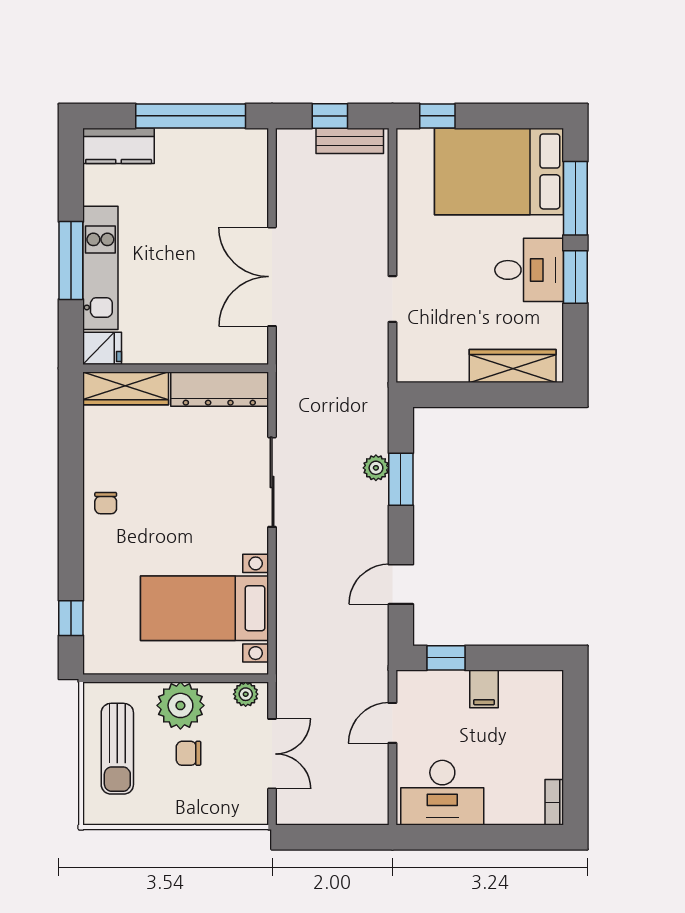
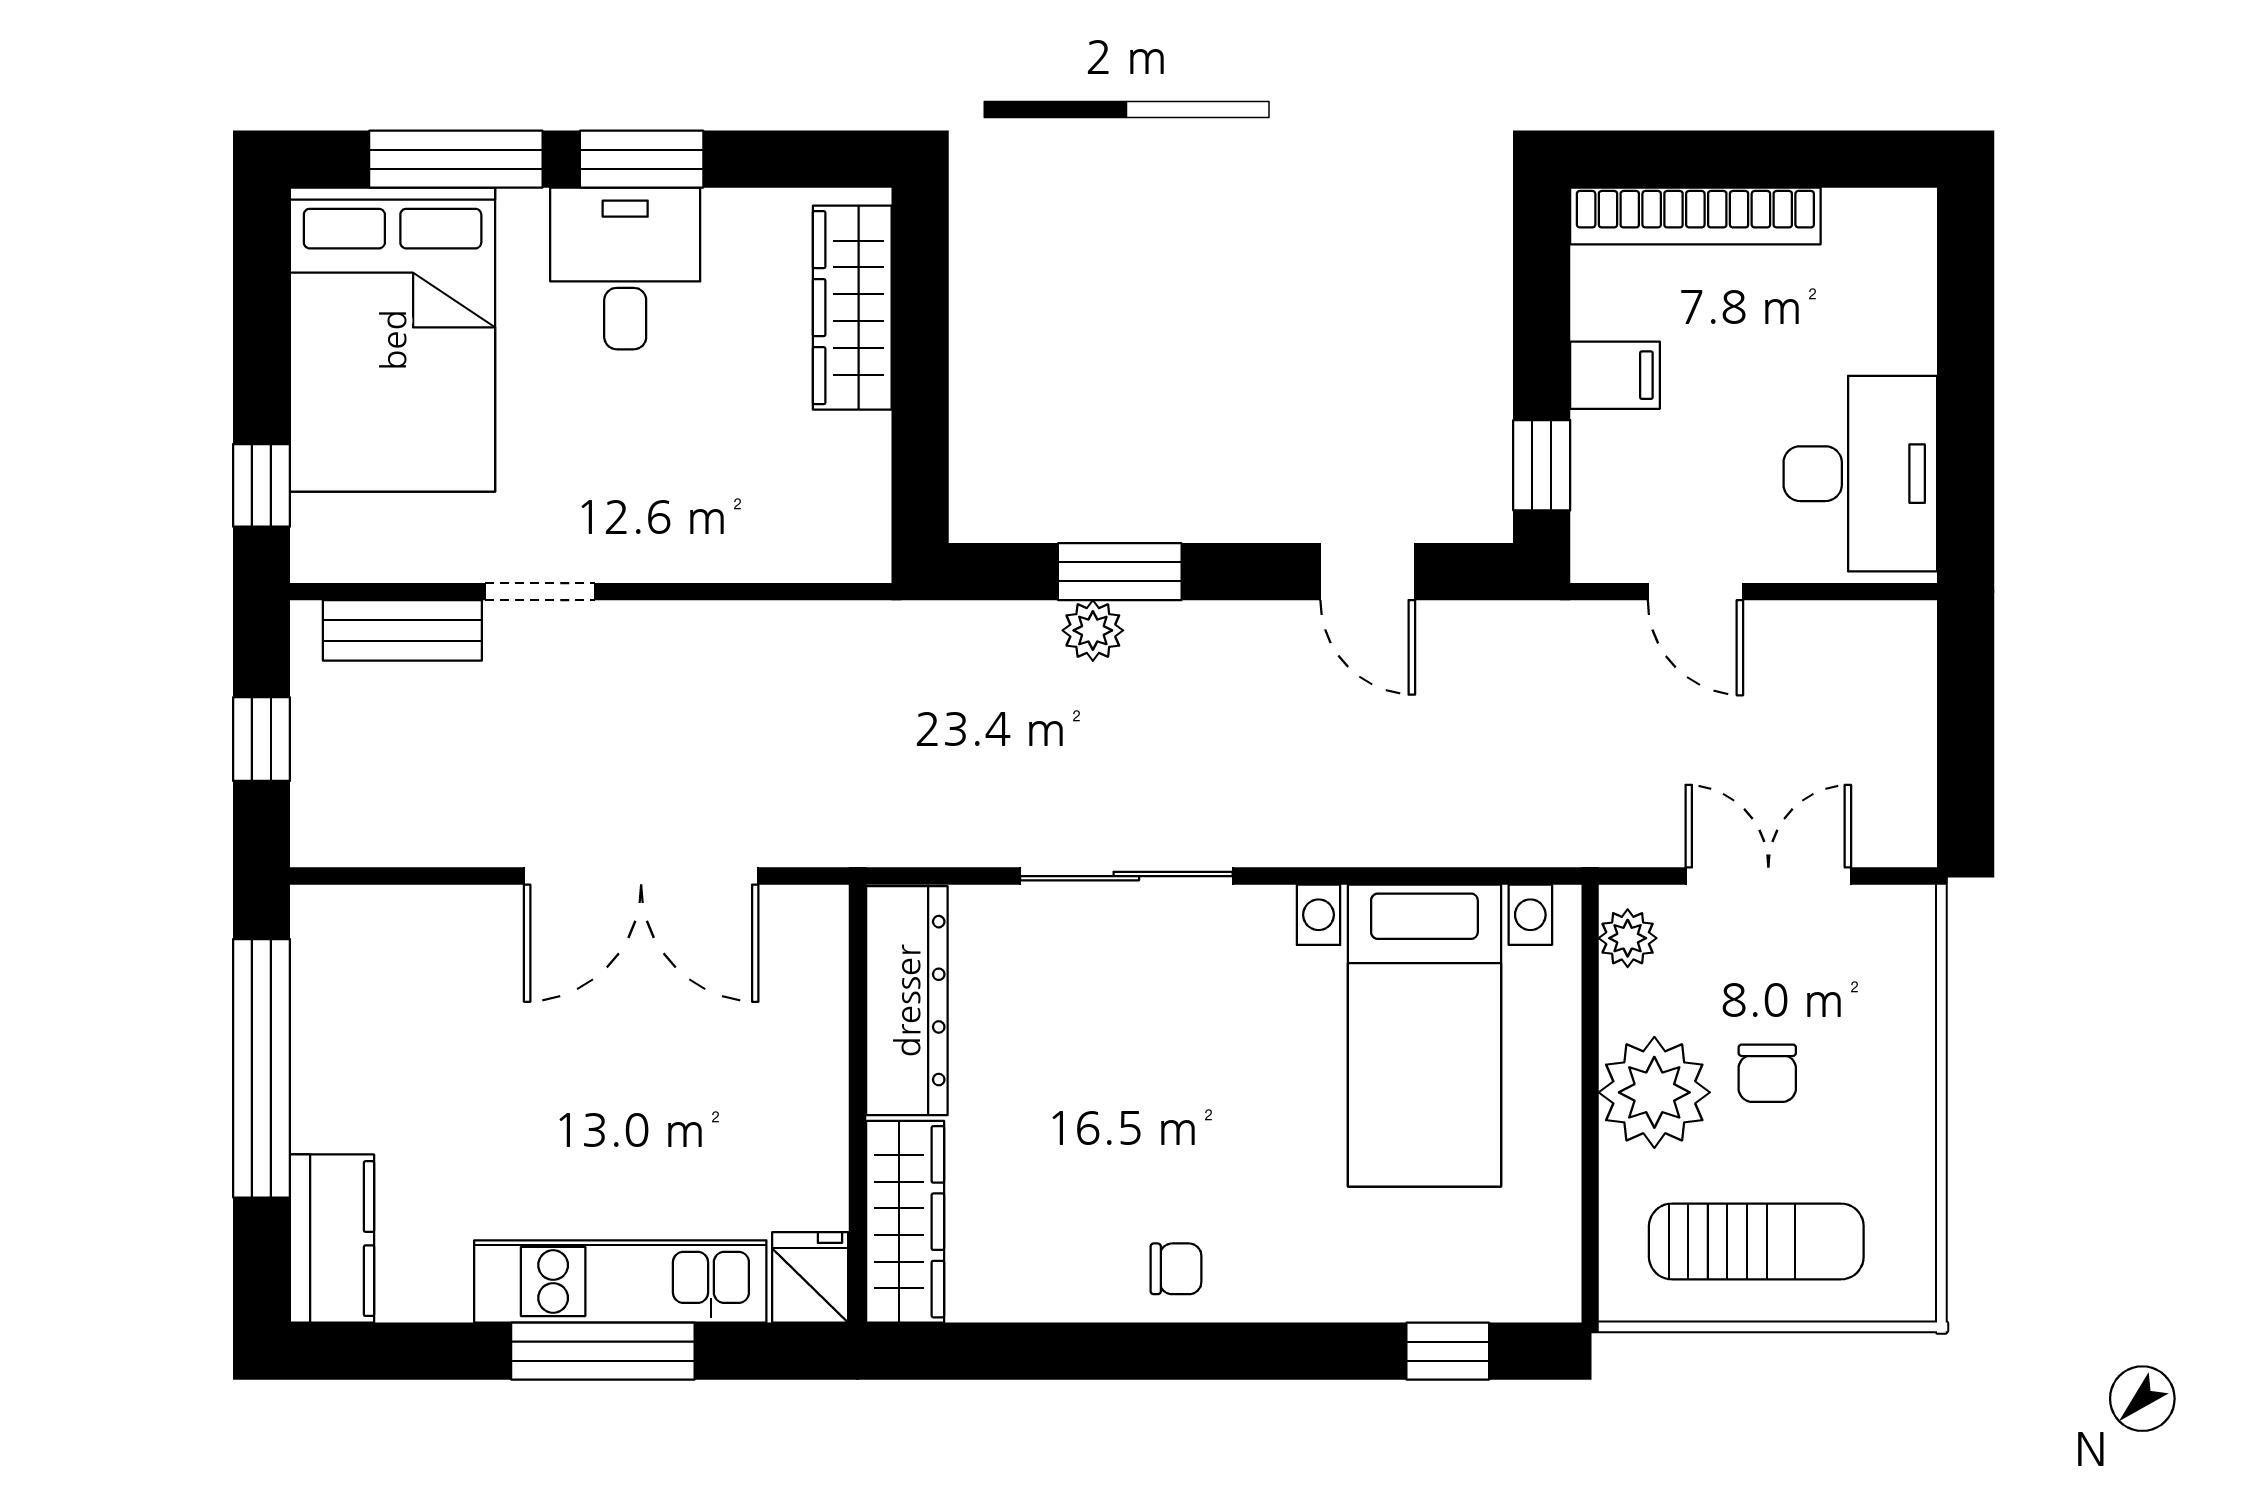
bench: (350, 141) -> (402, 630), moved, turned 90
doorway: (392, 299) -> (540, 592), moved
bookcase: (554, 802) -> (1695, 216), moved, width x2.31, depth x1.31

